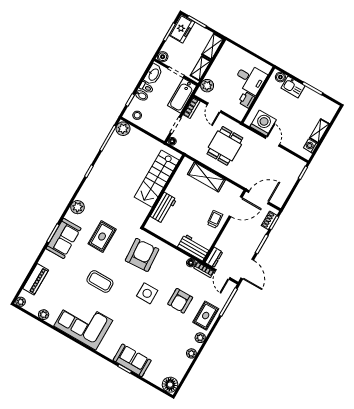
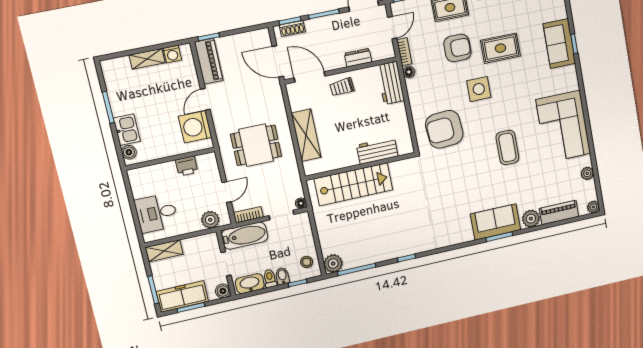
freezer: (182, 29) -> (182, 296), width x1.40
shelving: (200, 68) -> (199, 243), removed
desk: (250, 79) -> (156, 213), moved, turned -90
piano: (291, 161) -> (209, 61), added
plant: (77, 207) -> (531, 219), moved
rug: (102, 237) -> (500, 48), moved
dresser: (214, 257) -> (358, 58), moved

